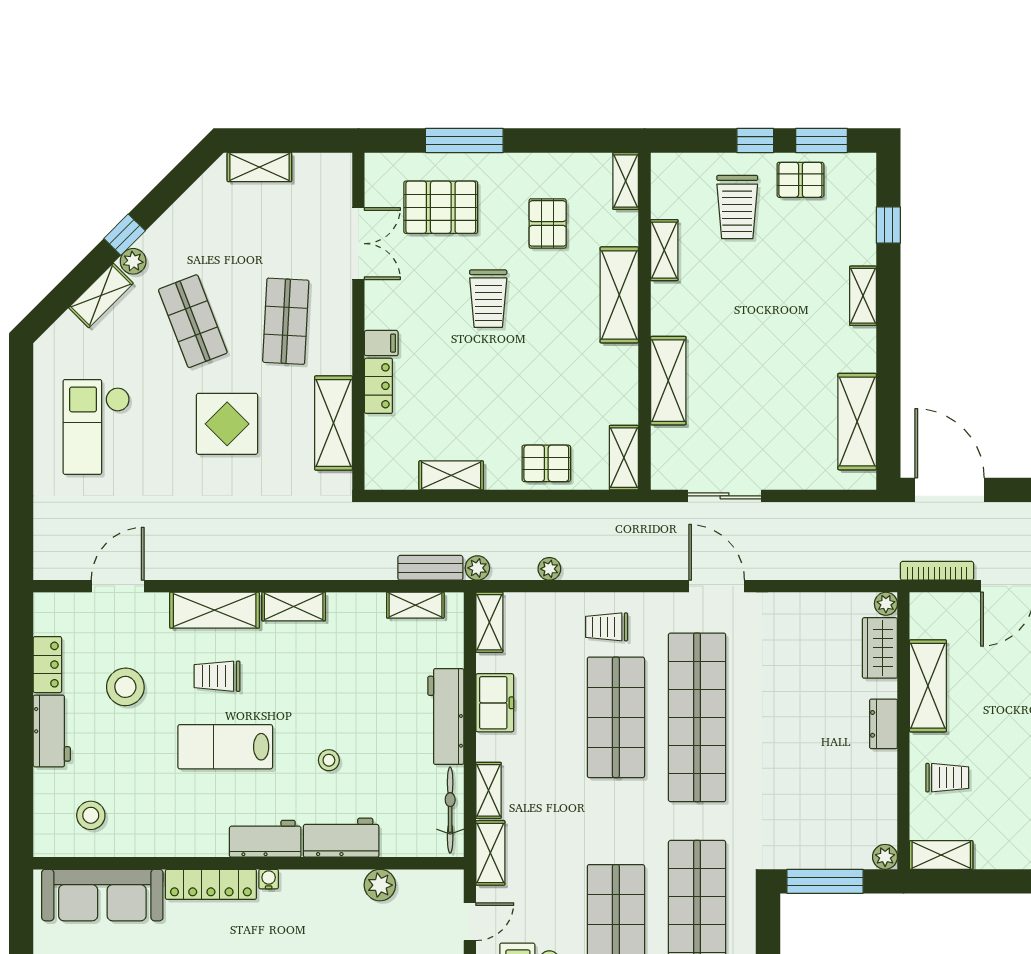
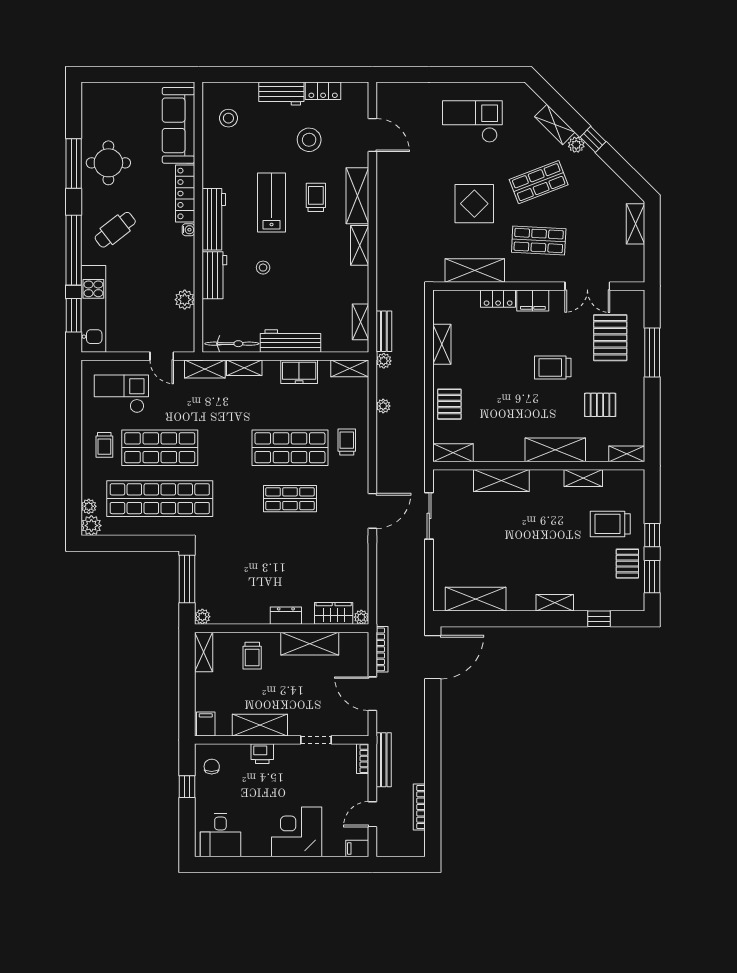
filing cabinet: (381, 343) -> (533, 300), width x2.00
shop shelf: (697, 717) -> (290, 499), width x0.50, depth x0.74
workbench: (265, 839) -> (214, 219), width x1.38

